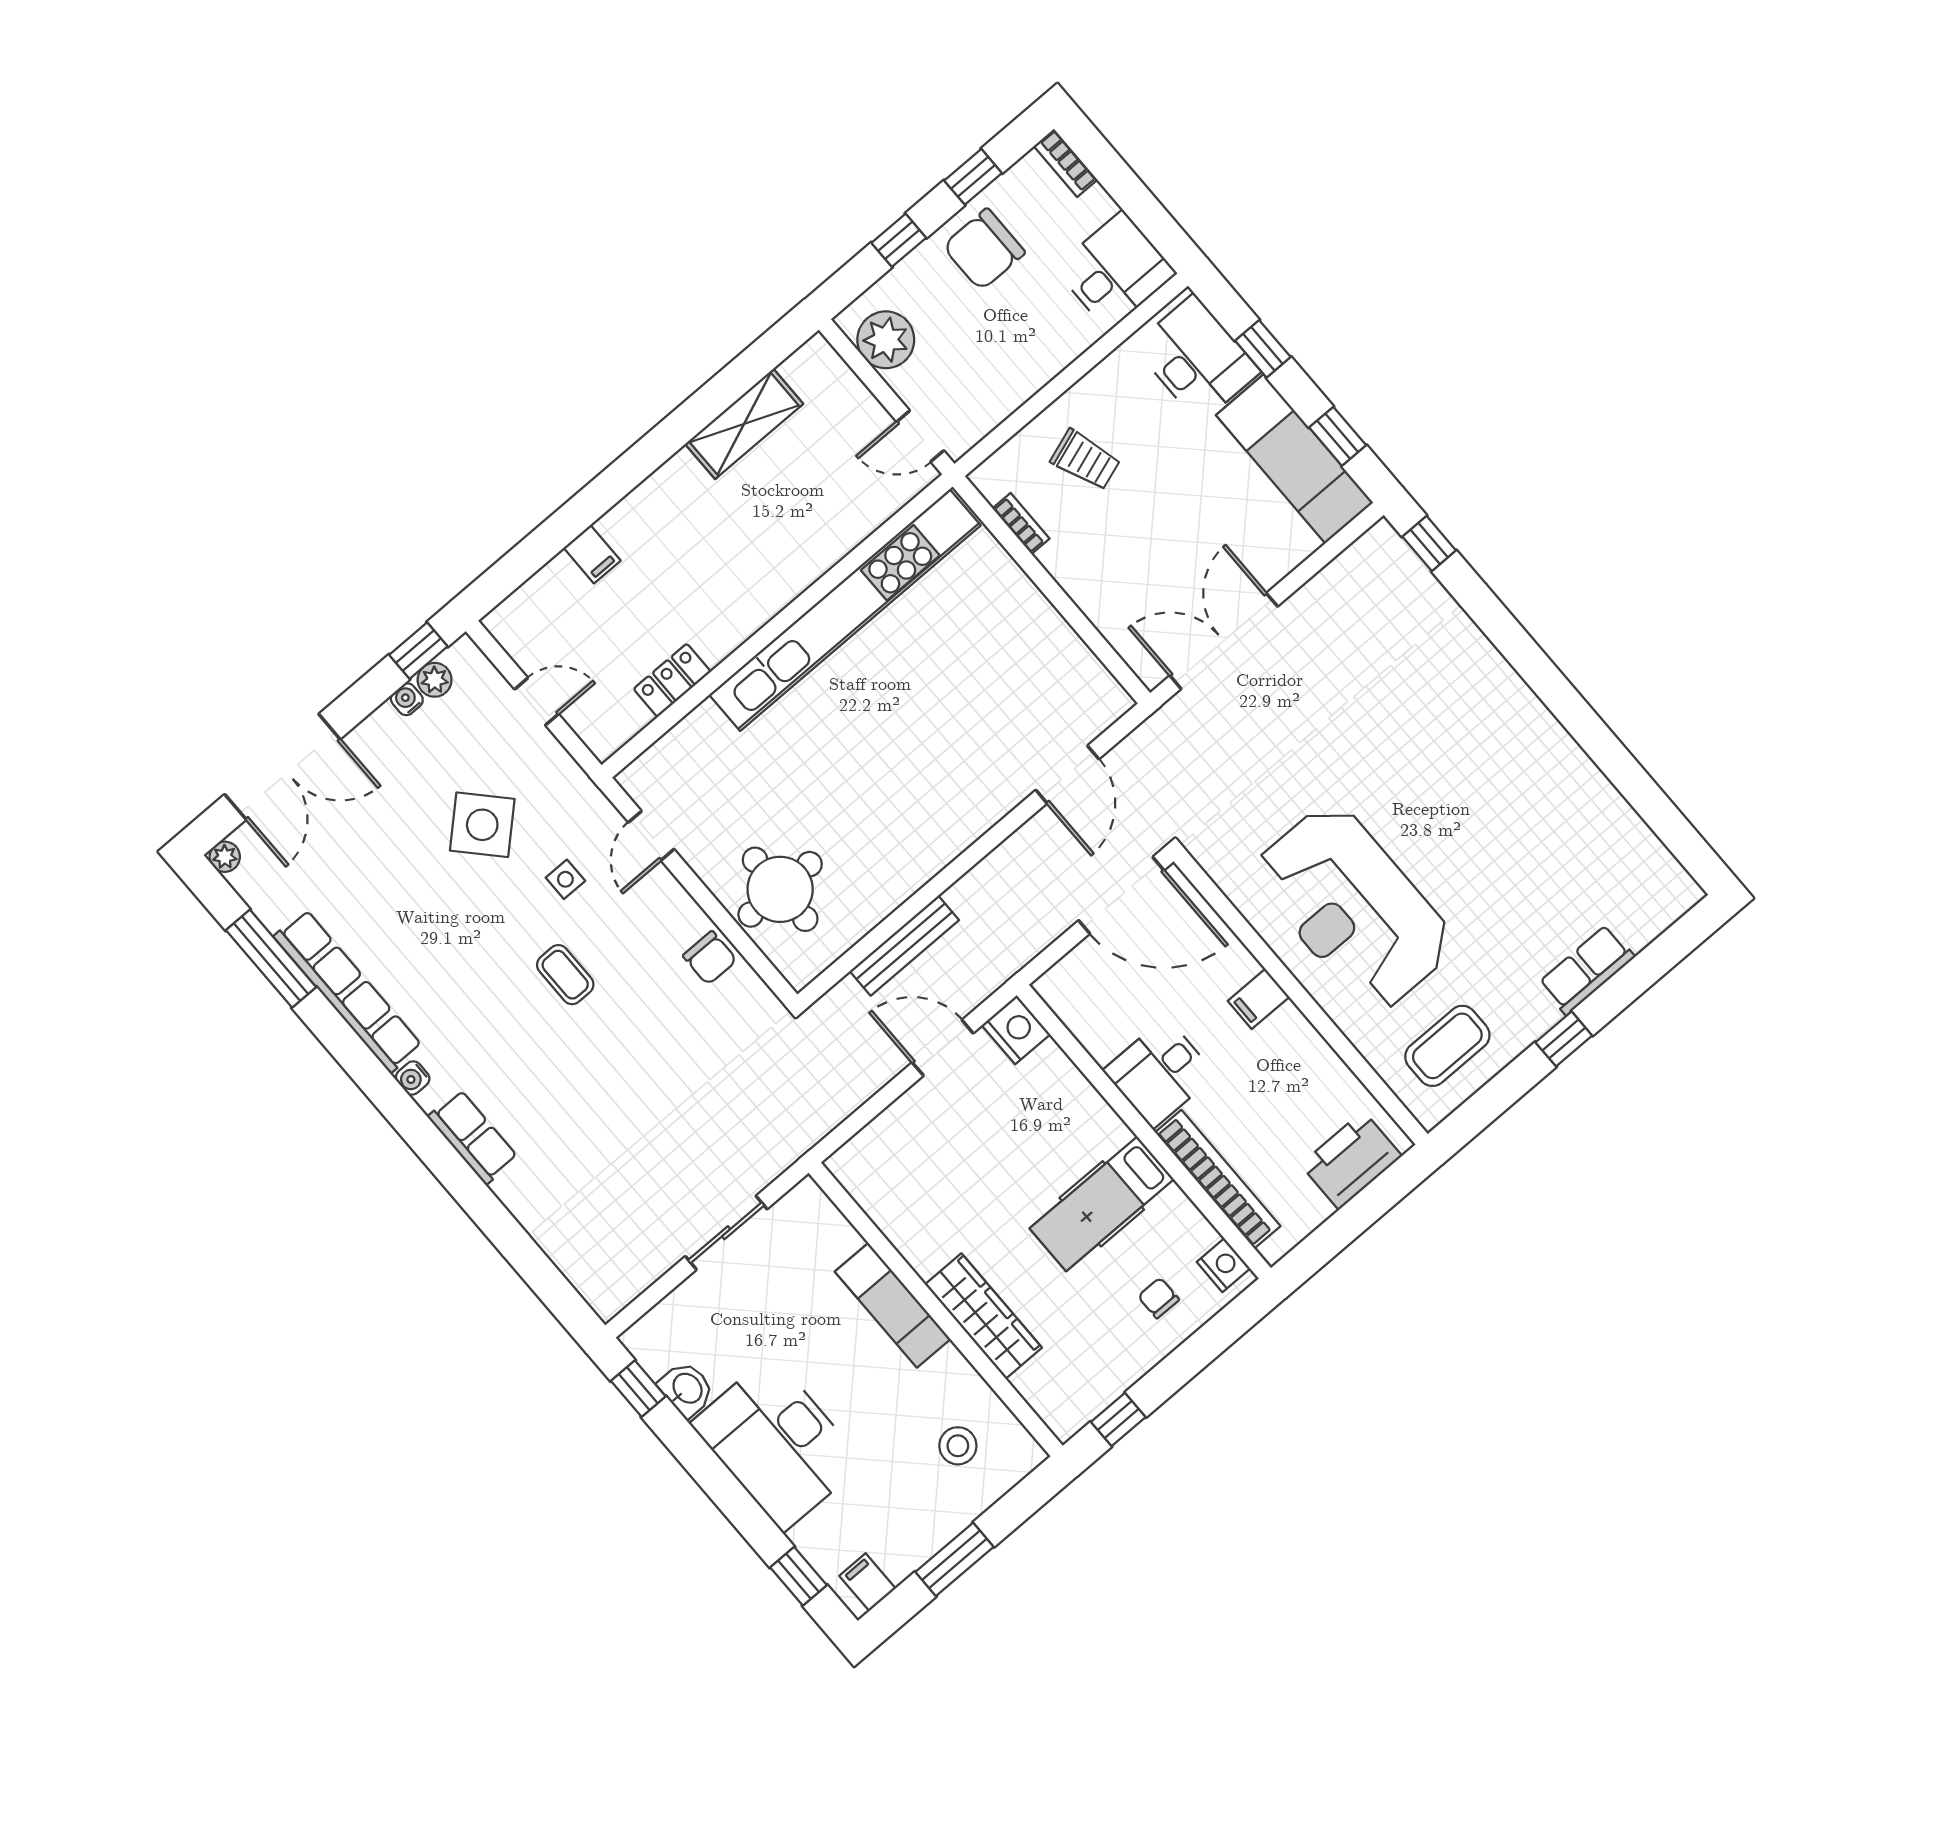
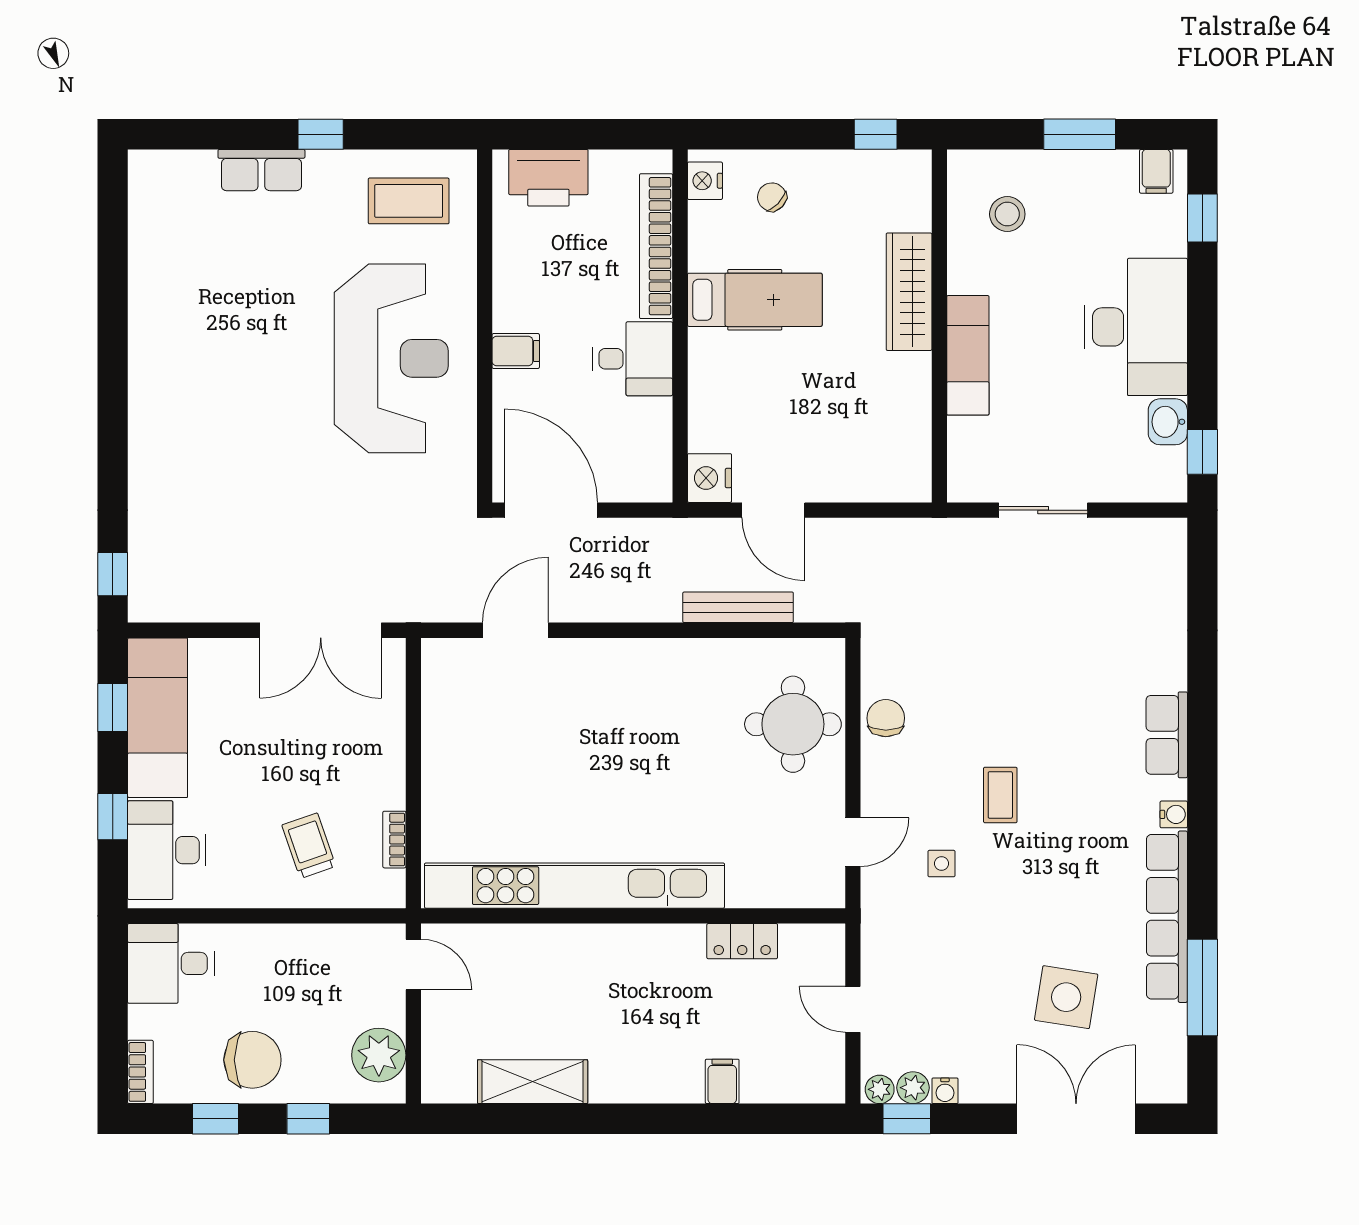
side table: (482, 825) -> (1066, 997), moved, turned -38
plant: (225, 857) -> (880, 1089), moved
chair: (1159, 1298) -> (772, 197), turned 134

